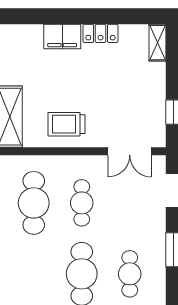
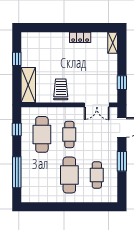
filing cabinet: (62, 36) -> (58, 39), removed
trolley: (67, 124) -> (61, 89), turned 90

